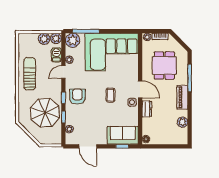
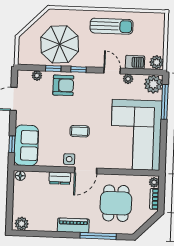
plant: (44, 39) -> (157, 47), removed
dining table: (164, 65) -> (116, 203), turned 90
armchair: (77, 97) -> (63, 85), moved
plant: (182, 122) -> (22, 224), moved

